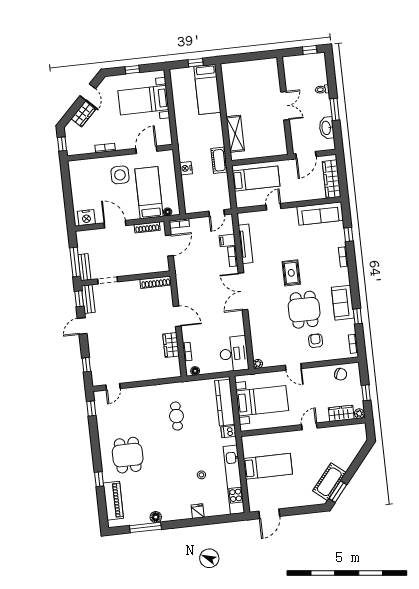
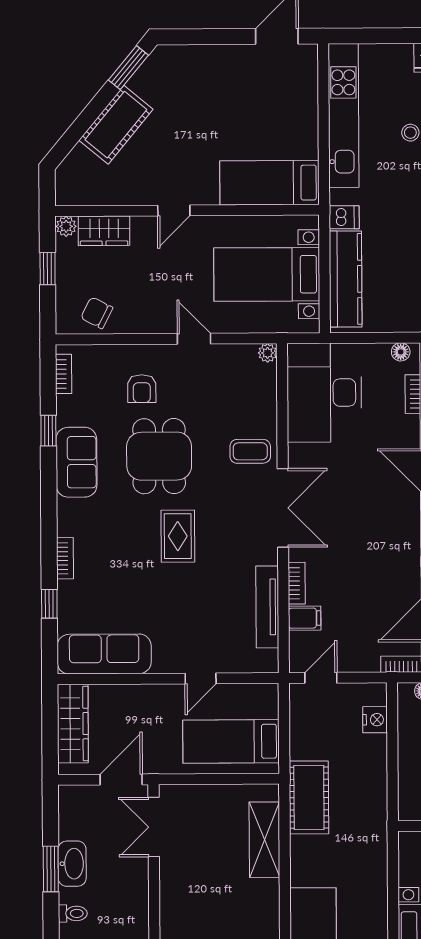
double door: (285, 106) -> (154, 827), moved
washbasin: (327, 128) -> (72, 864), moved
cot: (219, 160) -> (309, 797), width x1.37, depth x1.34
nightstand: (186, 168) -> (375, 720), moved
coffee table: (261, 316) -> (250, 451), added
desk: (234, 354) -> (324, 393), width x1.36, depth x1.30
bed: (268, 466) -> (270, 183), moved
cot: (329, 482) -> (116, 125), moved

